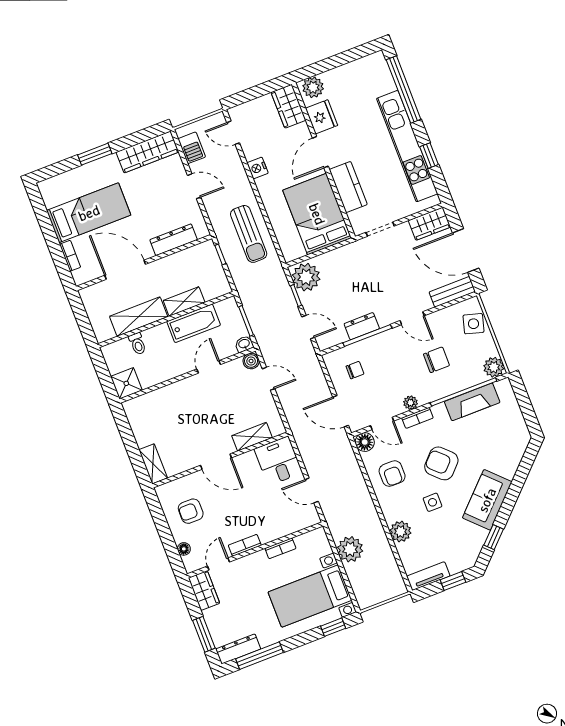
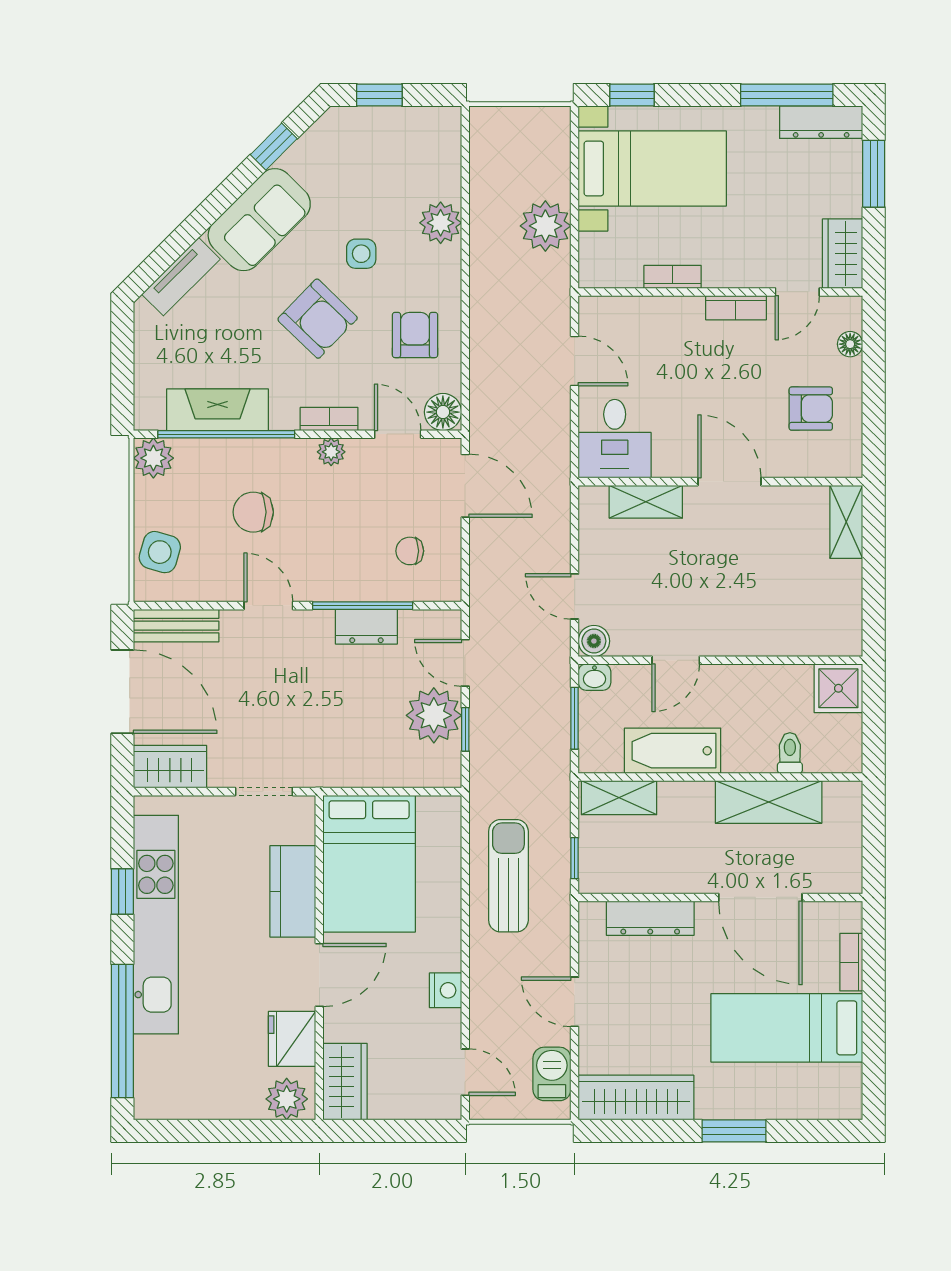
plant: (306, 277) -> (434, 715), moved
shelving: (184, 301) -> (619, 798), moved
tv unit: (428, 576) -> (181, 277), moved, turned -45

